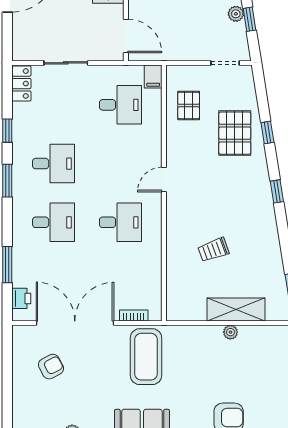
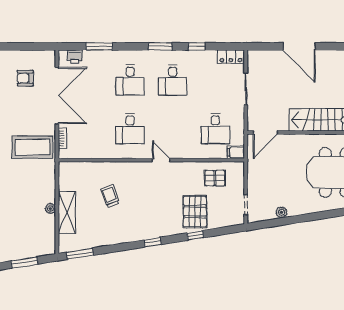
window: (250, 19) -> (278, 222), removed
pallet: (235, 133) -> (195, 212), turned 90
armchair: (51, 367) -> (25, 78), turned 118

